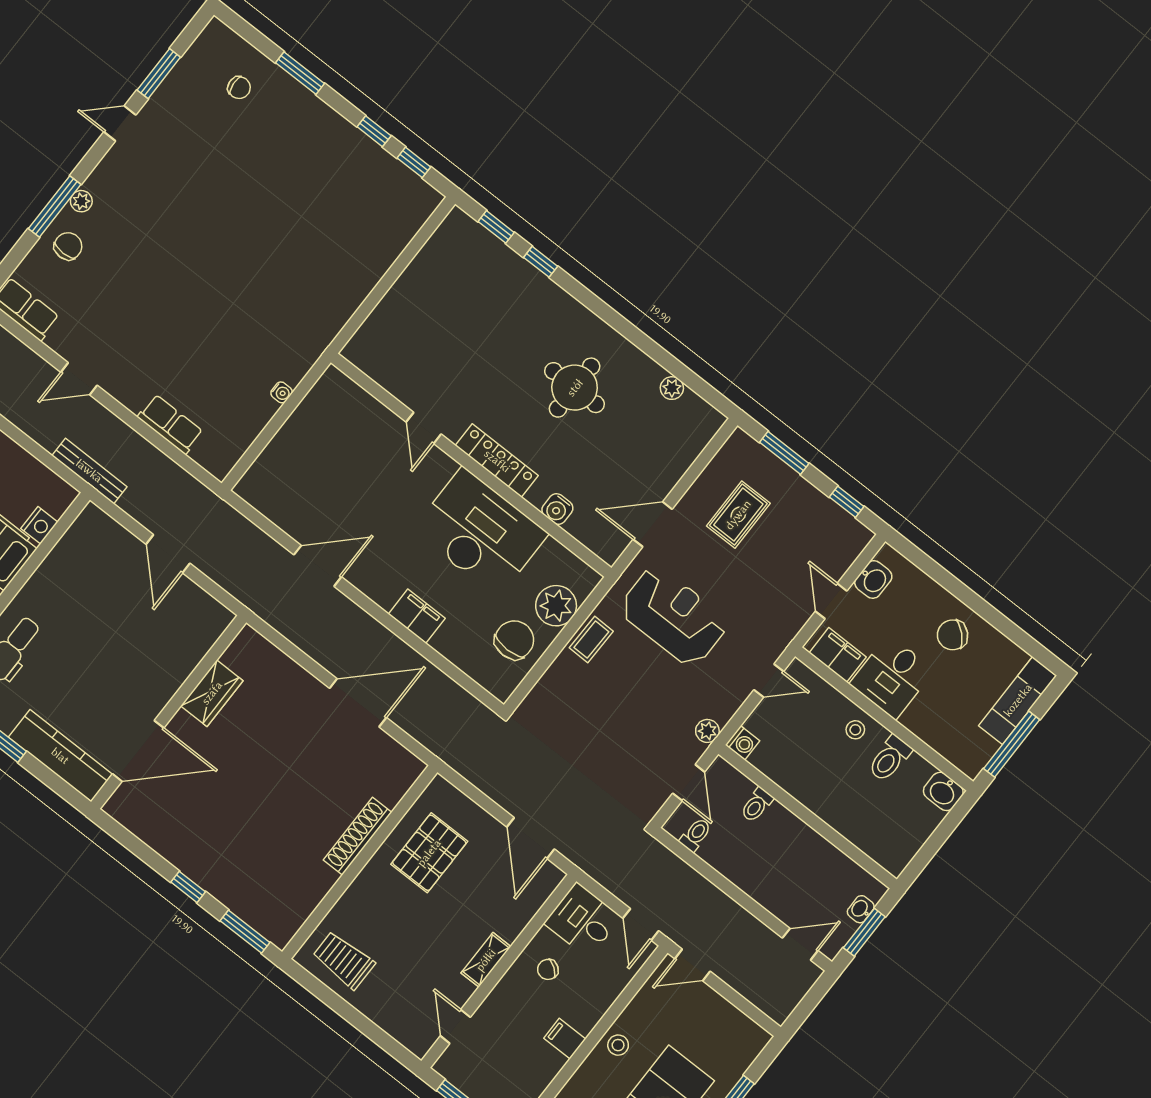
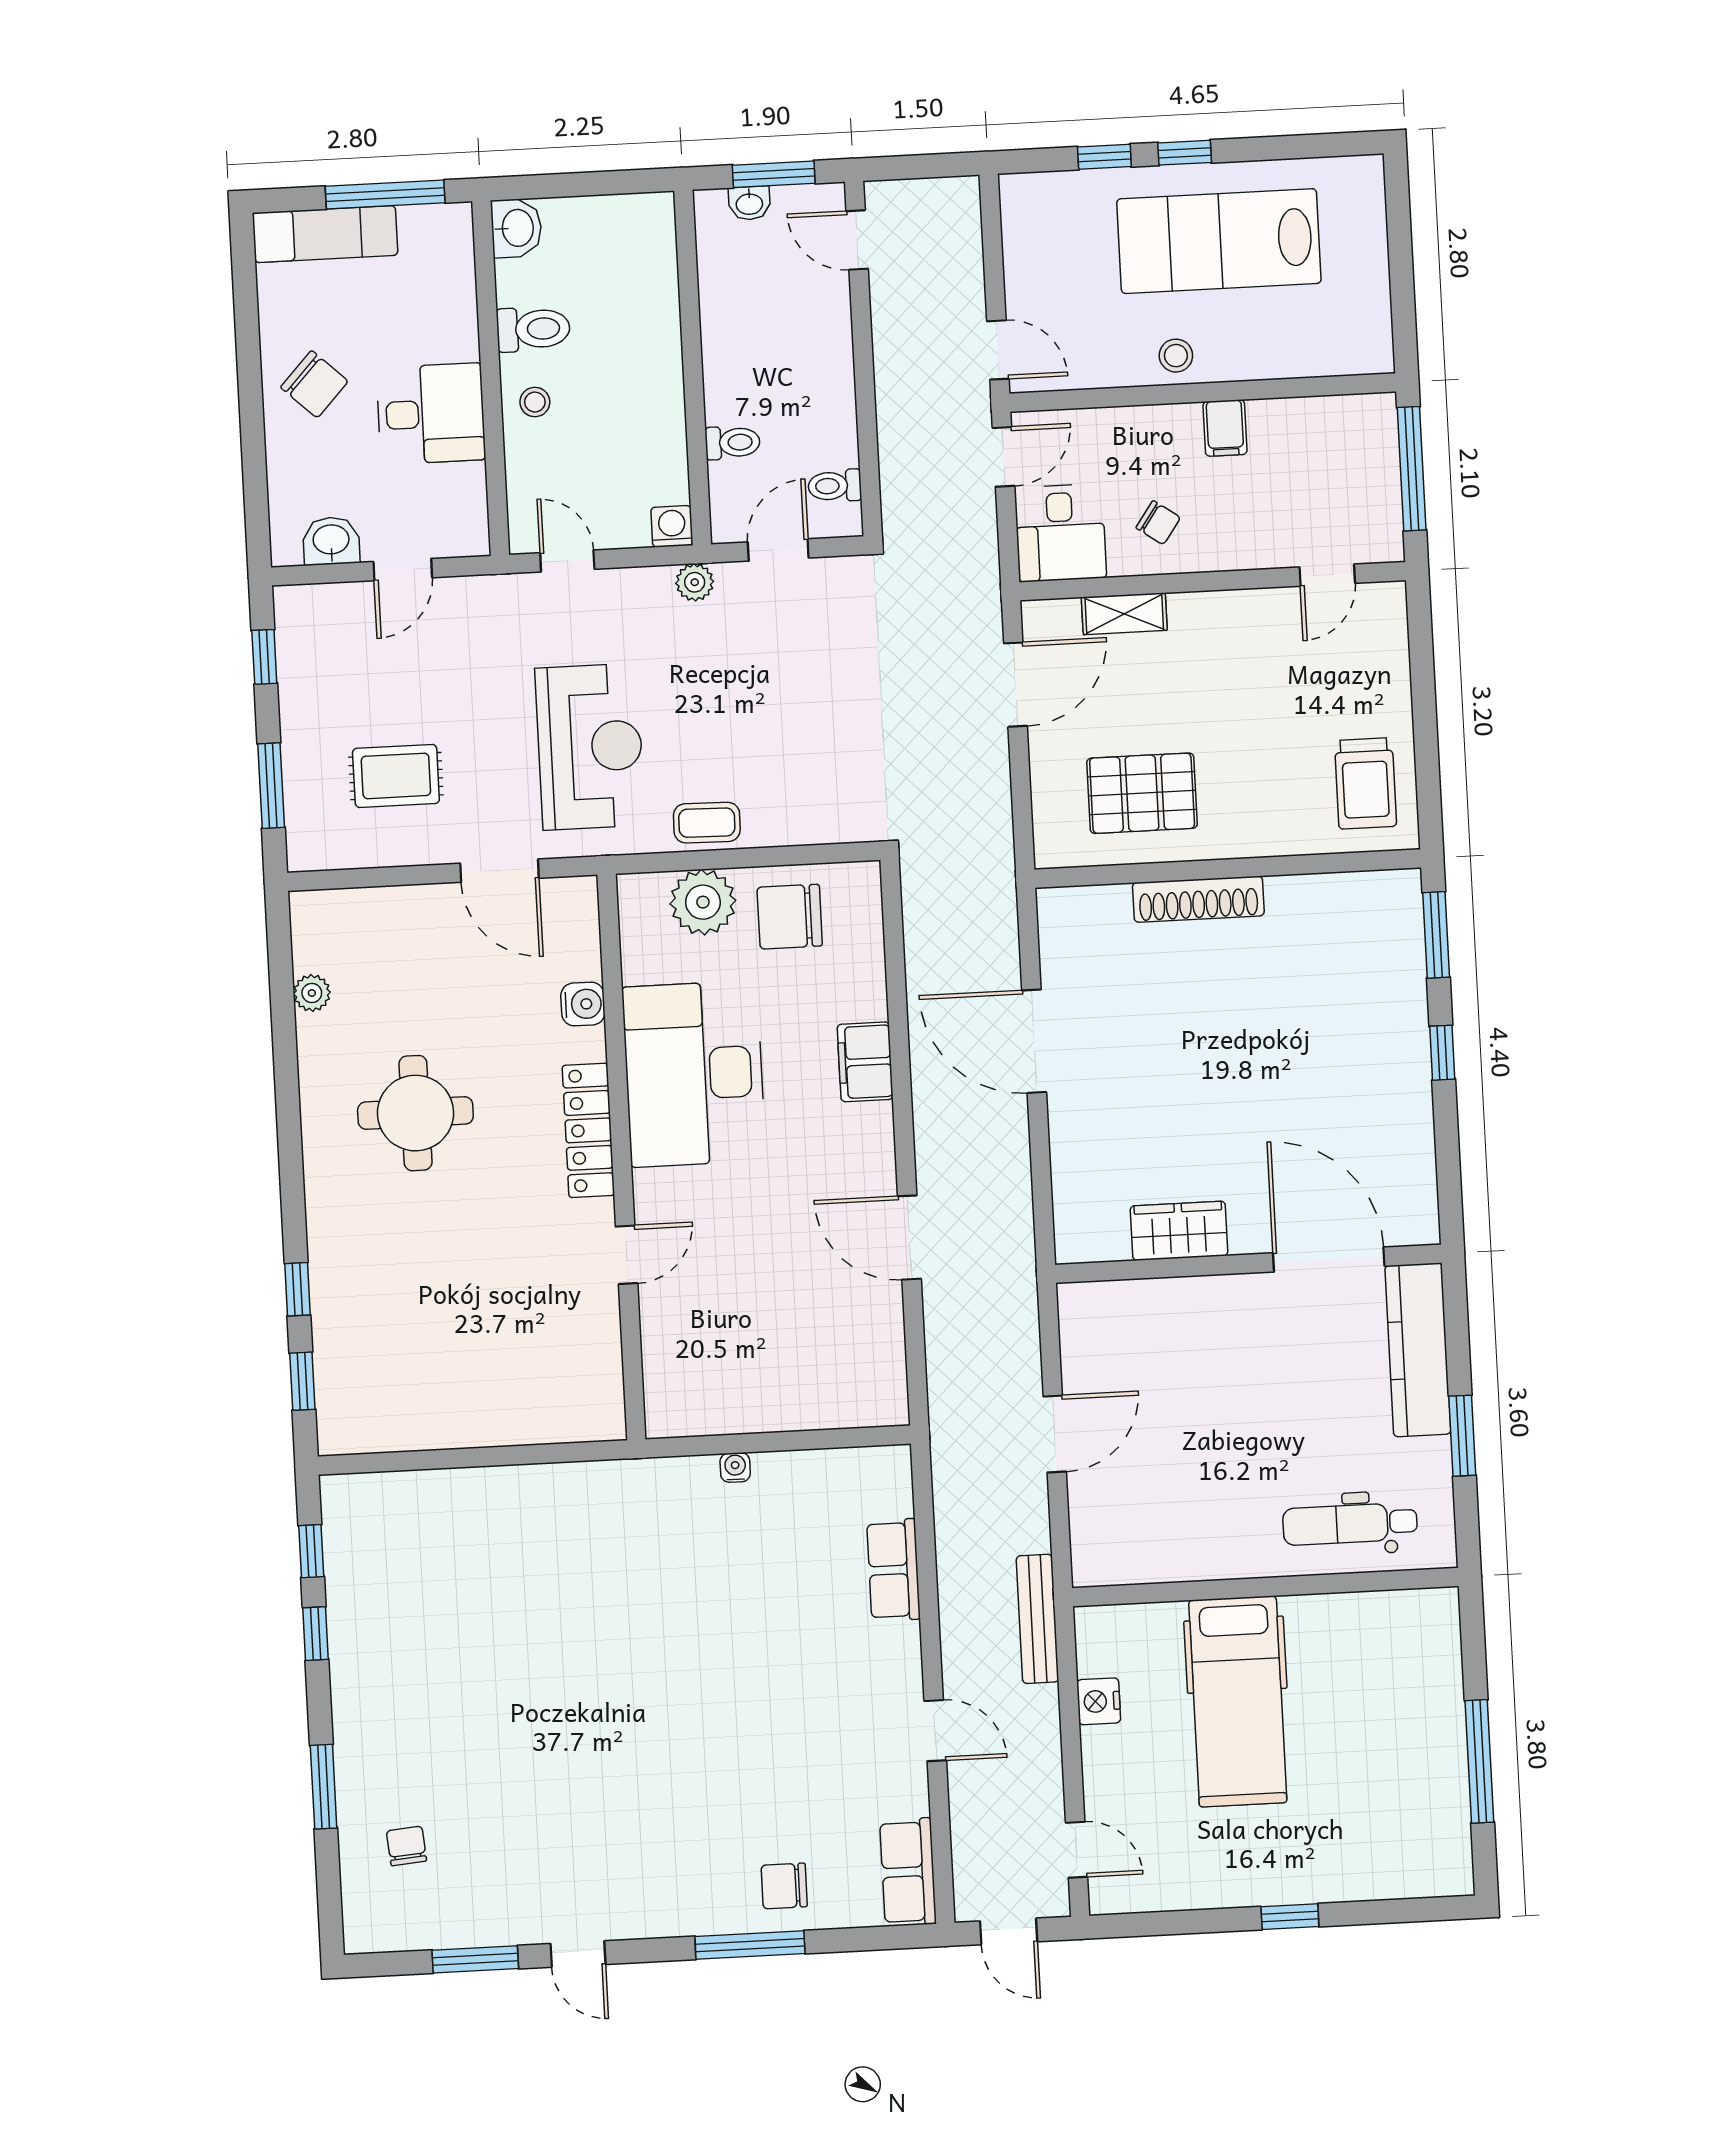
plant: (81, 201) -> (715, 1918), removed
nightstand: (39, 525) -> (1099, 1701), moved, turned -90
reception desk: (674, 616) -> (590, 747), turned 180
filing cabinet: (838, 655) -> (462, 504), removed
shelving: (486, 960) -> (1124, 614), moved

